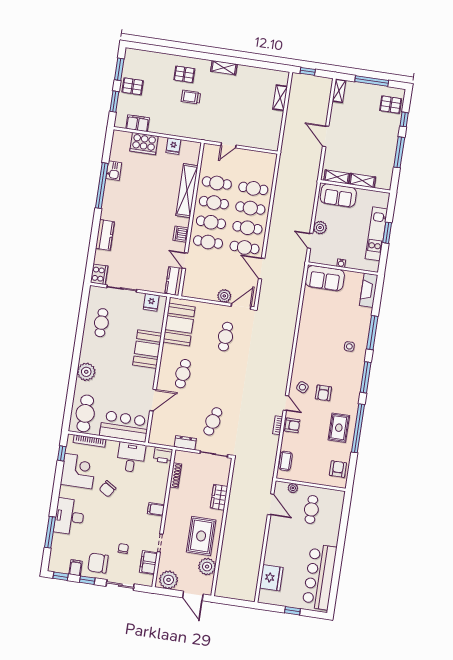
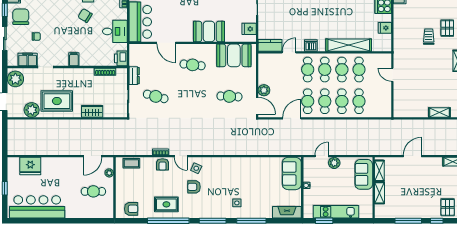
window: (387, 233) -> (324, 221), moved
door: (286, 403) -> (181, 156), hinge flipped

